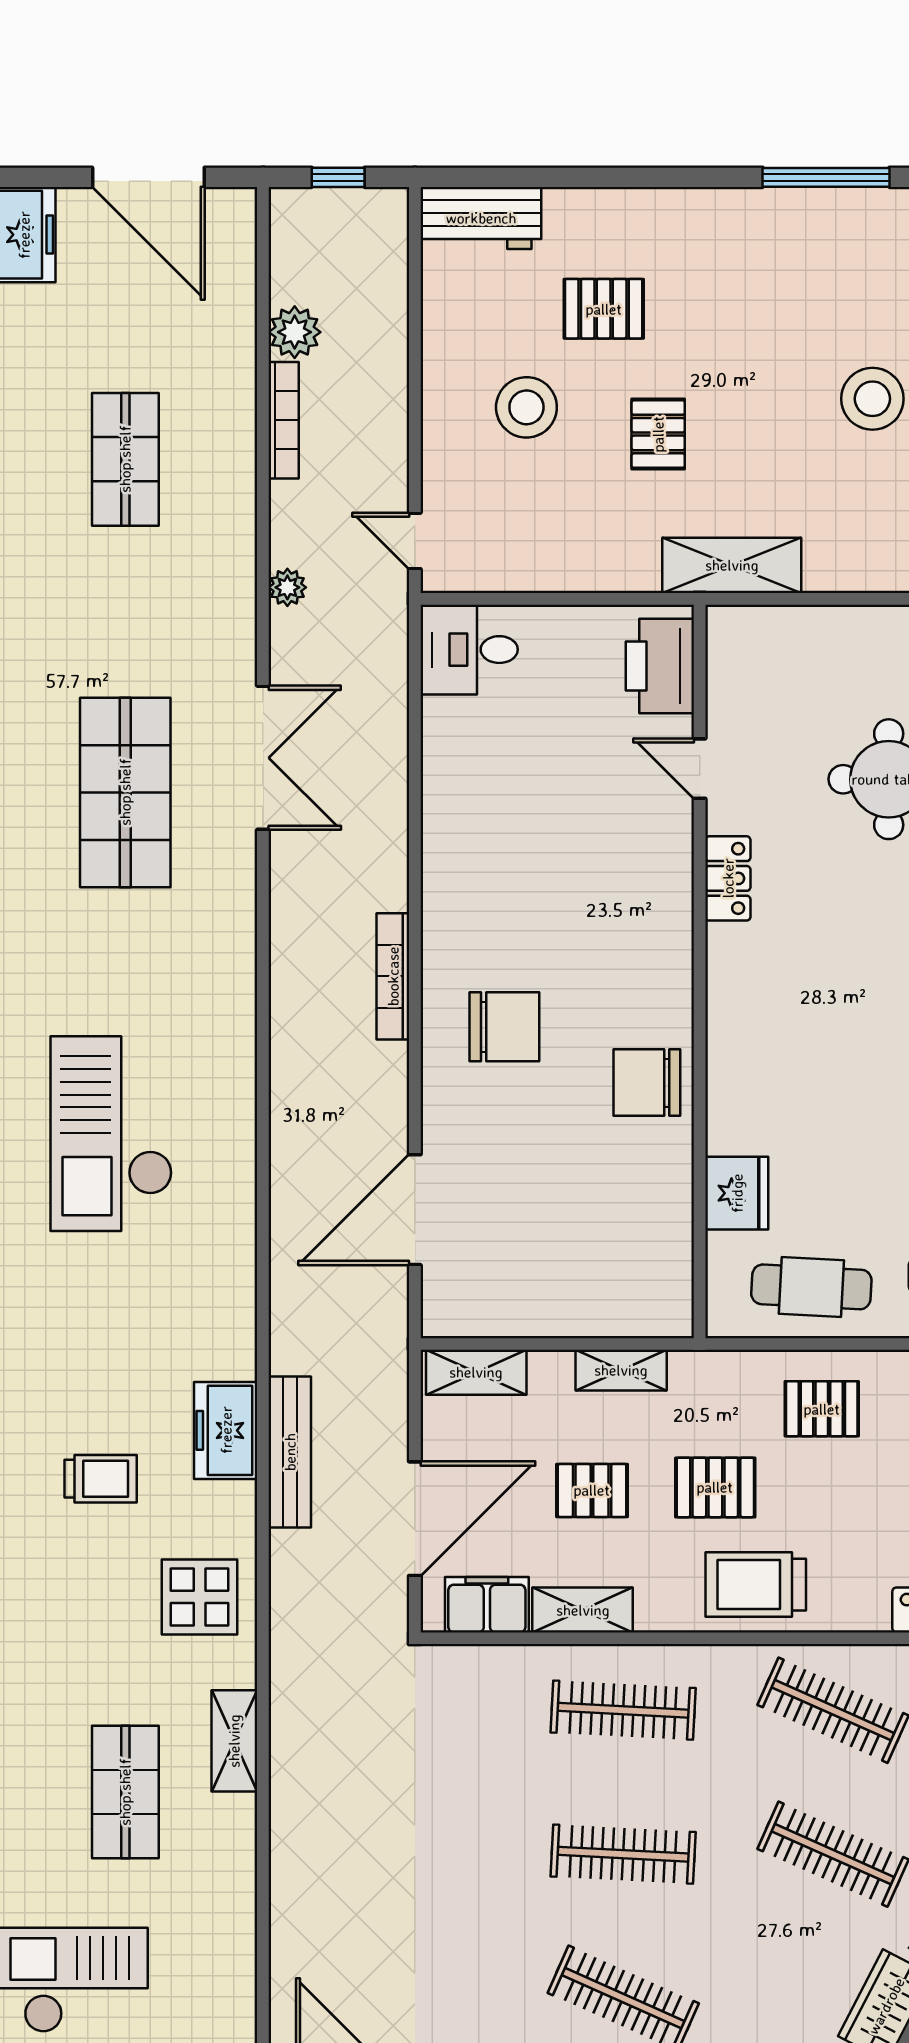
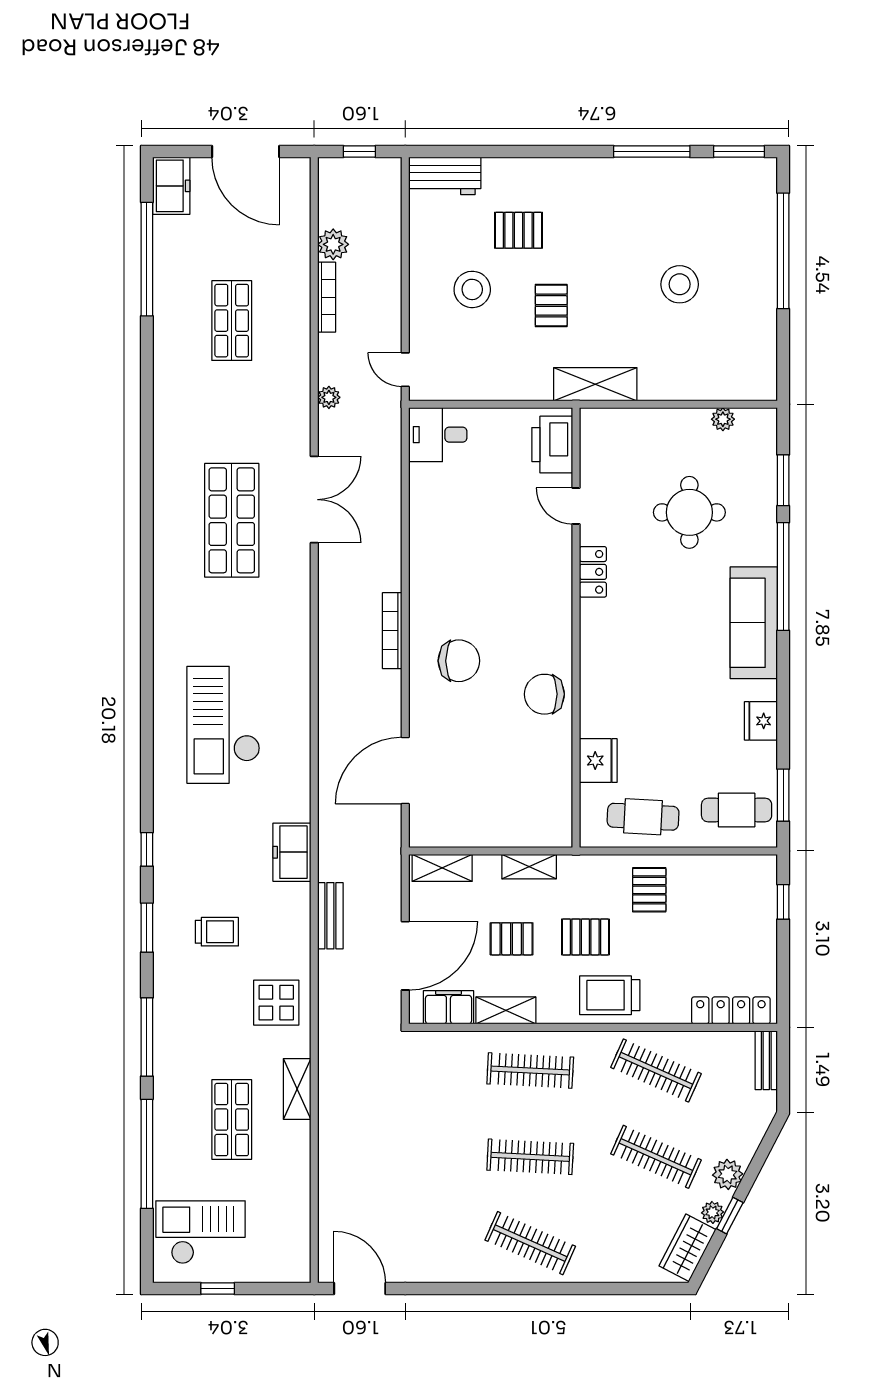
pallet: (822, 1409) -> (649, 890), turned 90
freezer: (226, 1430) -> (292, 852), moved
bench: (290, 1452) -> (330, 916), width x0.73

